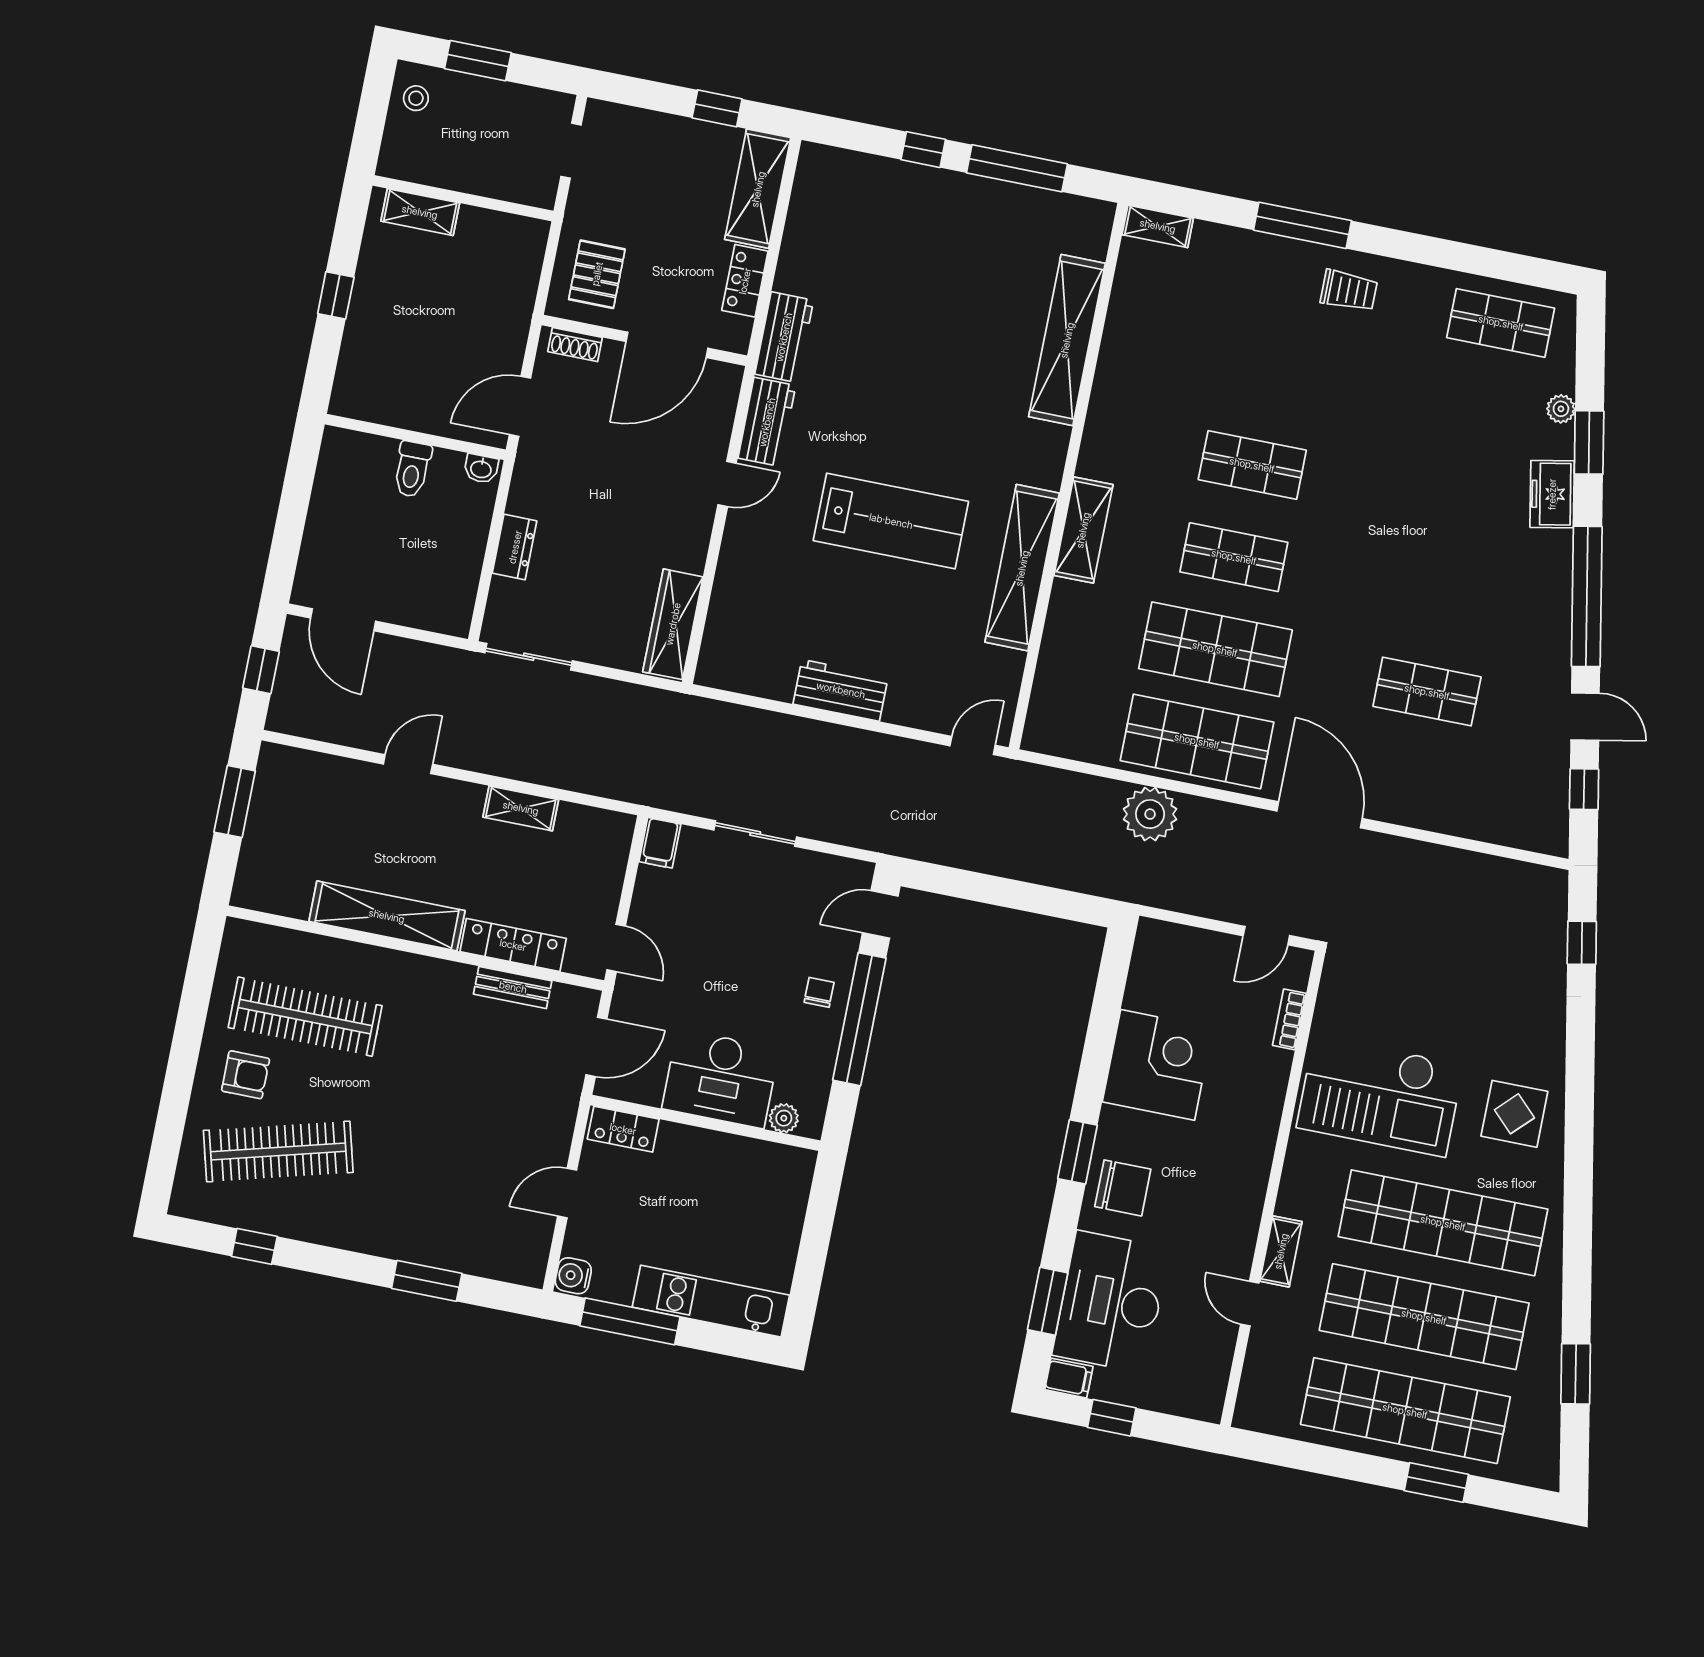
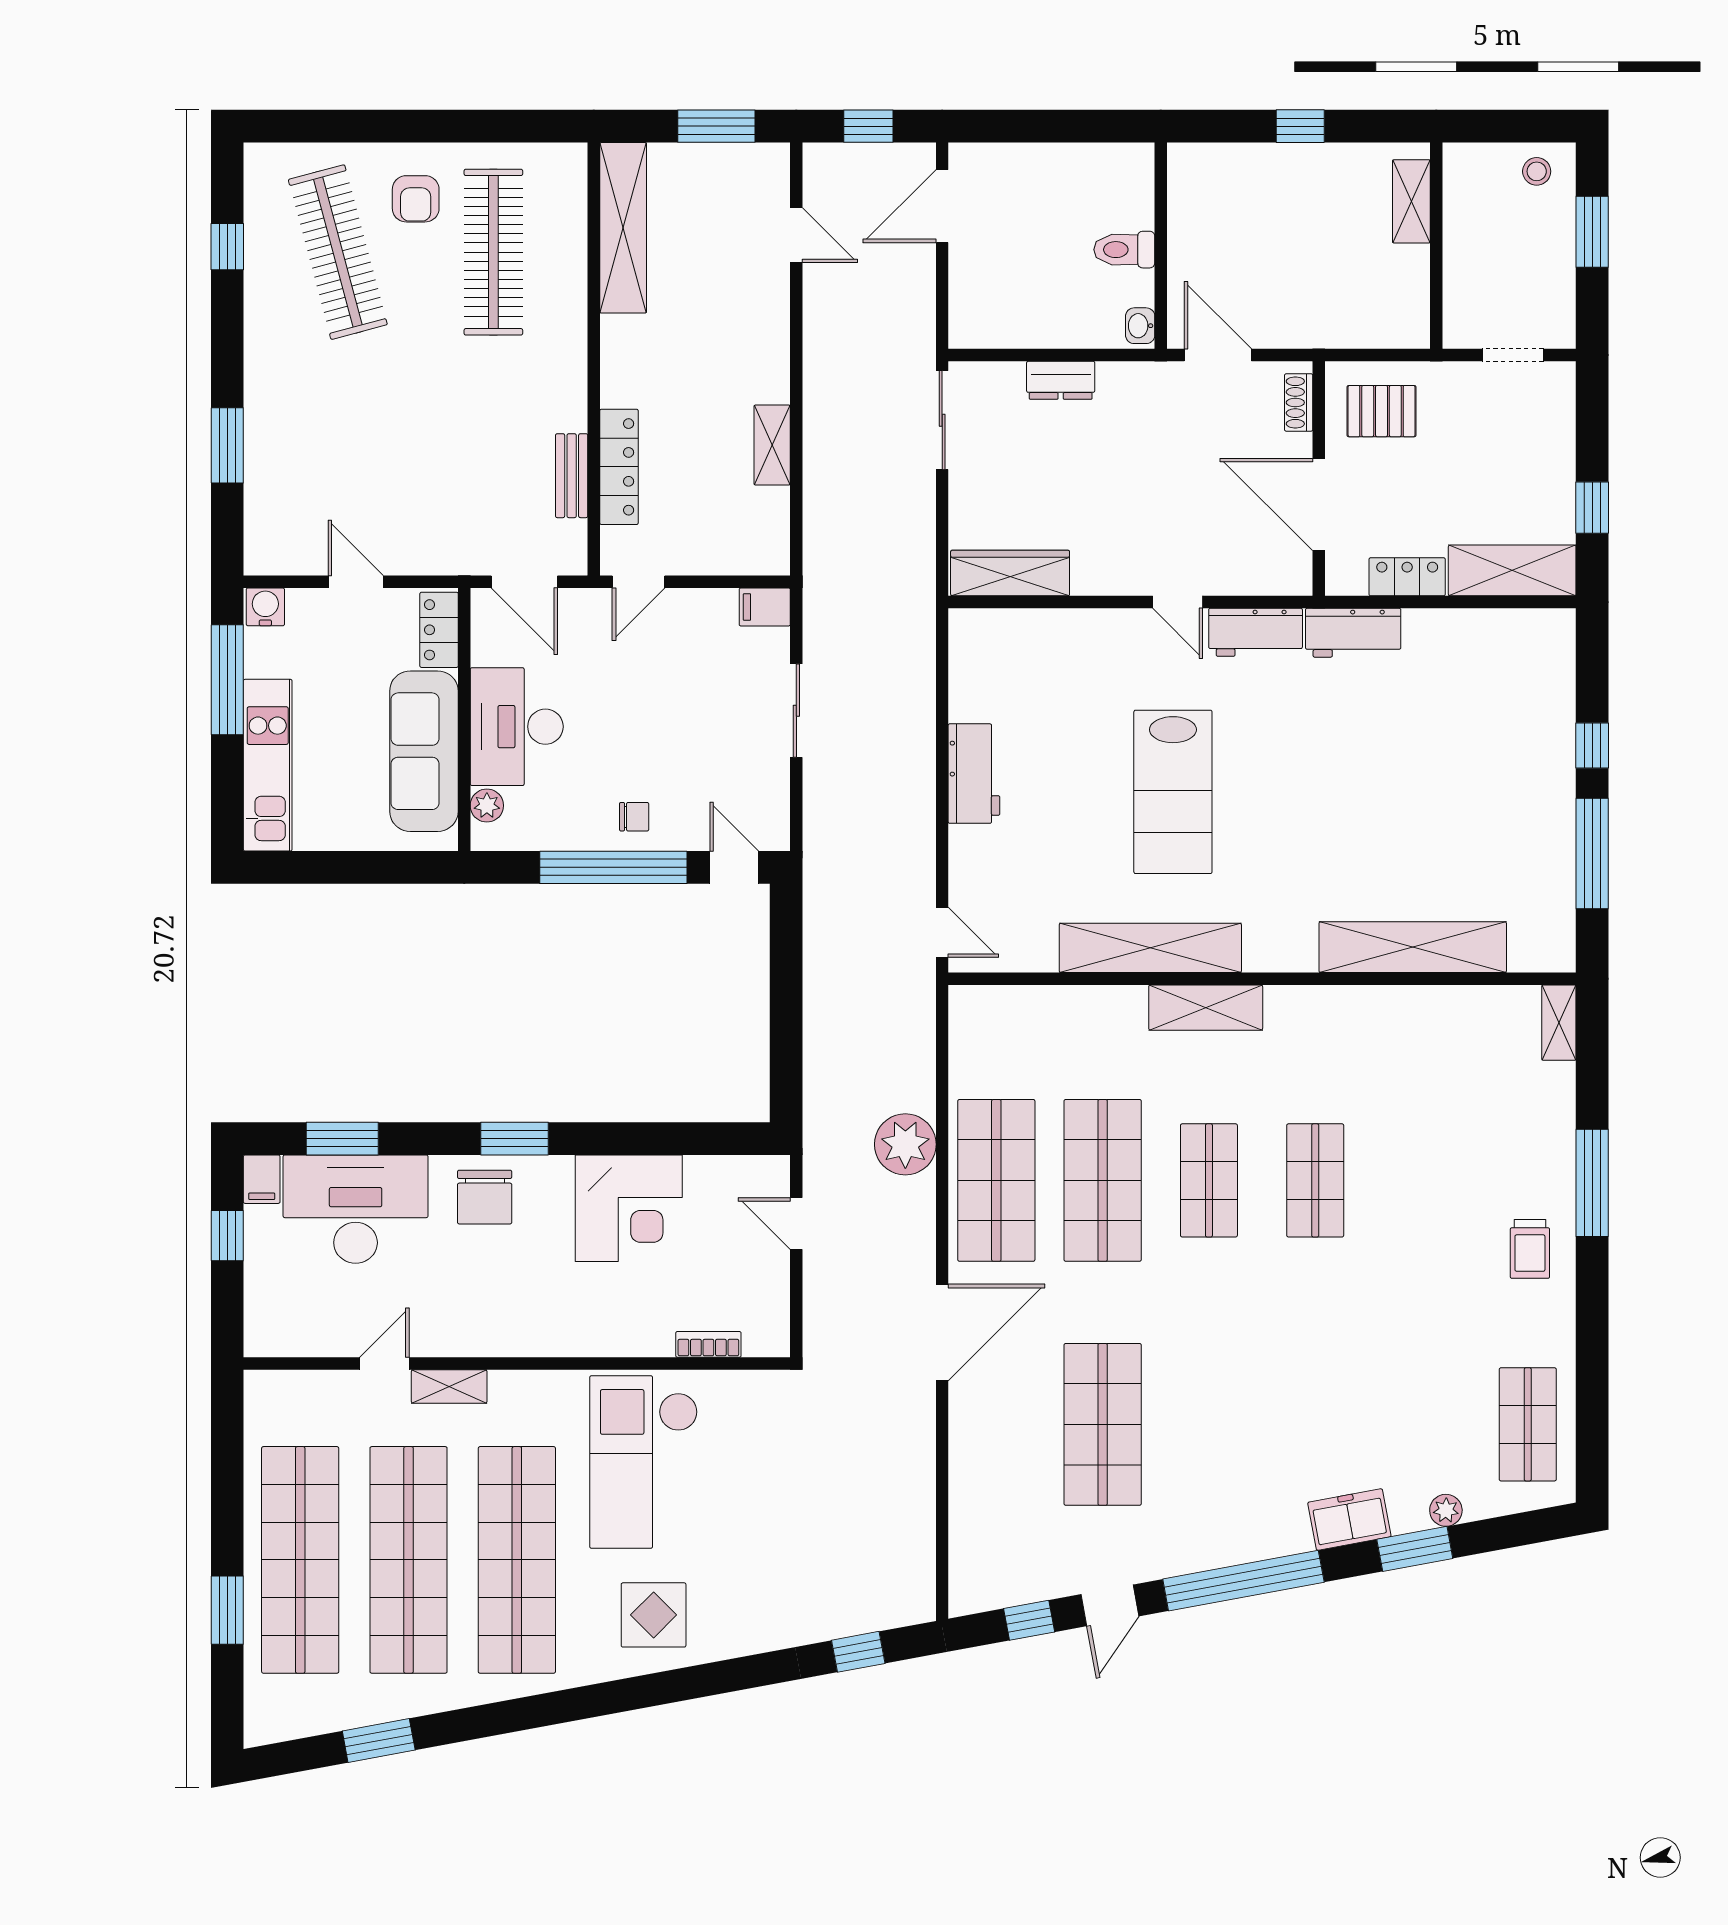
shop shelf: (1427, 692) -> (1103, 1424), width x1.43, depth x1.36
door: (408, 764) -> (796, 235), moved
shelving: (387, 916) -> (623, 228), moved
door: (1266, 936) -> (796, 1224), moved
sofa: (726, 1163) -> (424, 751), added

